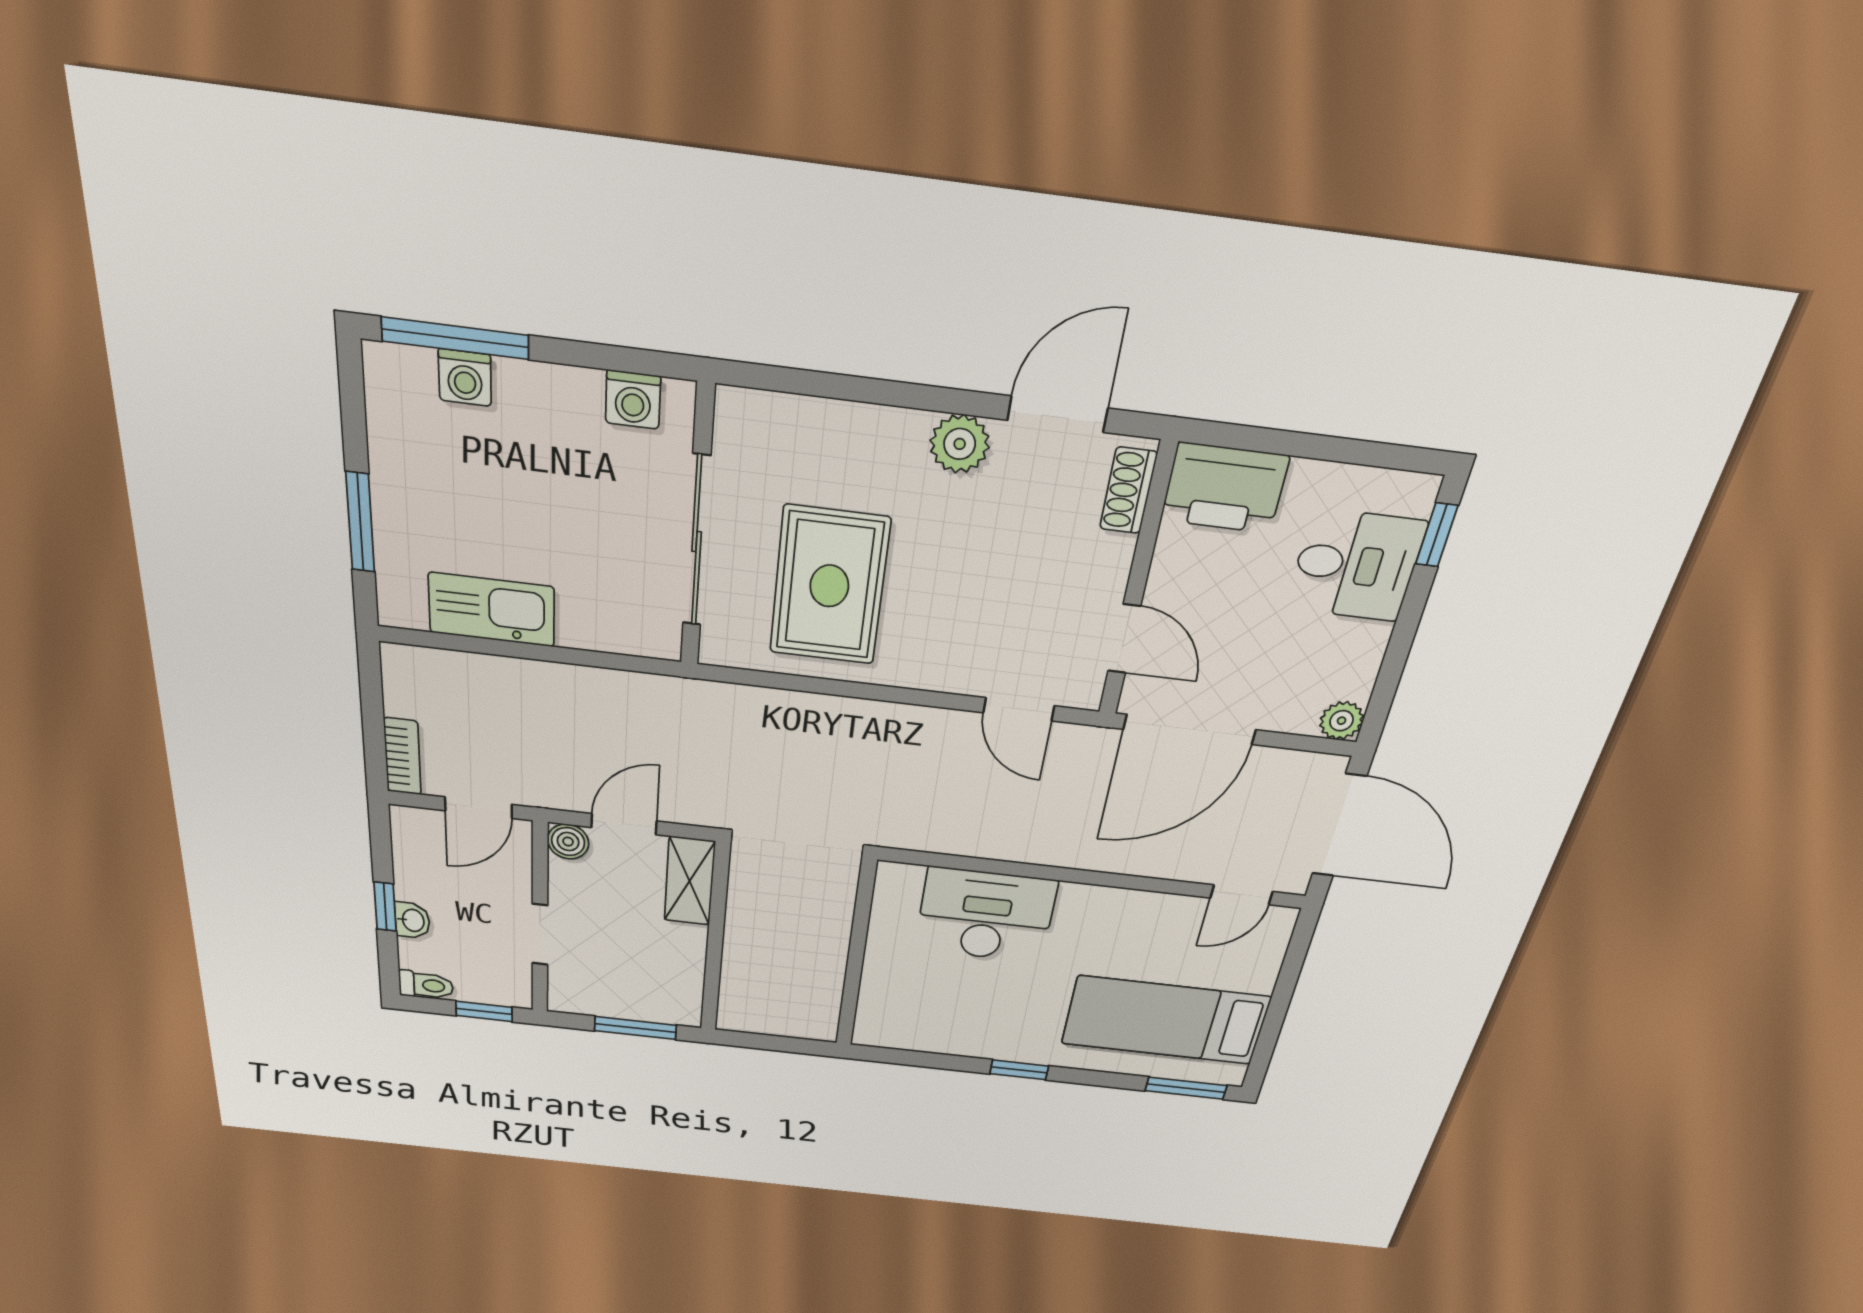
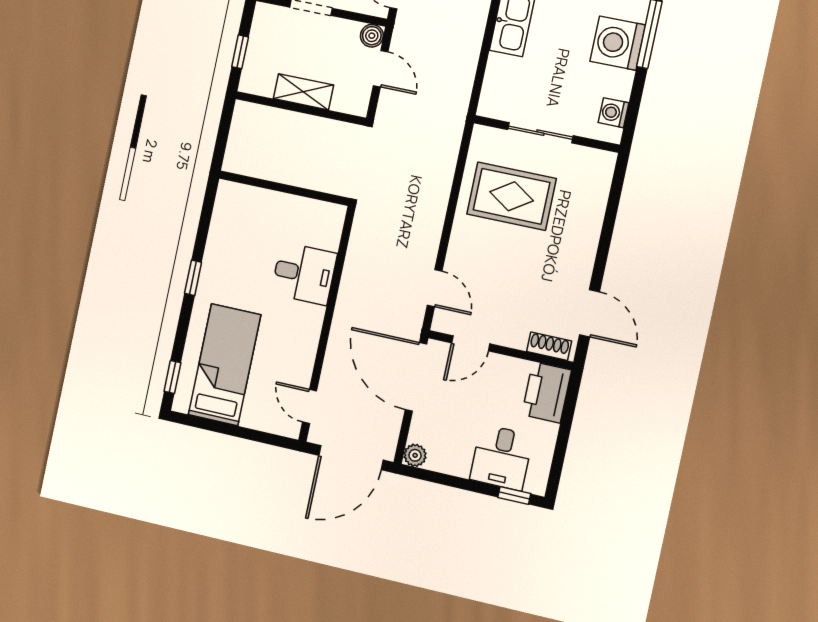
washing machine: (465, 378) -> (618, 43), width x1.89, depth x1.89
plant: (960, 444) -> (579, 266), removed
sliding door: (697, 541) -> (540, 133), width x0.73
door: (1019, 709) -> (435, 288), swing flipped
shelving: (690, 881) -> (303, 92), moved
desk: (986, 915) -> (304, 274), width x0.73
window: (635, 1028) -> (240, 52), width x0.67
window: (1186, 1088) -> (172, 377), width x0.67

